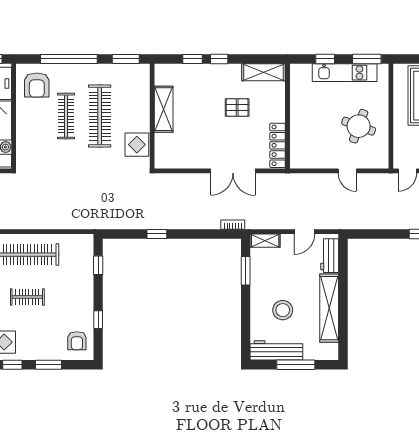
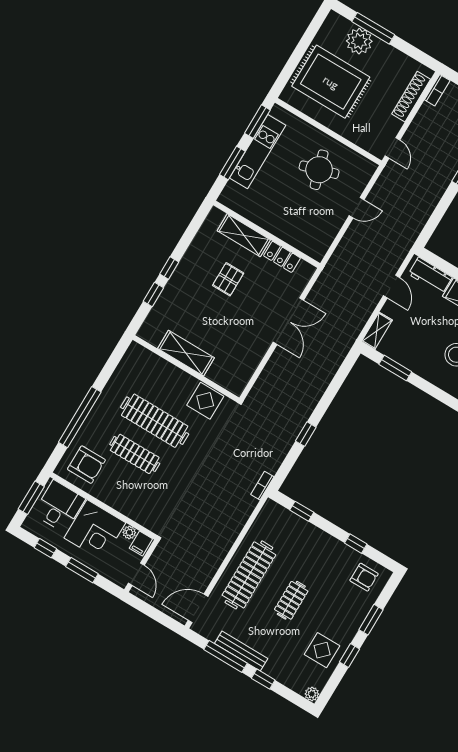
window: (126, 59) -> (114, 361), removed
window: (325, 59) -> (232, 163), width x1.50
shelving: (264, 72) -> (244, 235), moved, turned 90
round table: (359, 126) -> (319, 170), turned -37
locker: (278, 145) -> (282, 257), width x0.66
bookcase: (233, 225) -> (262, 486), moved

